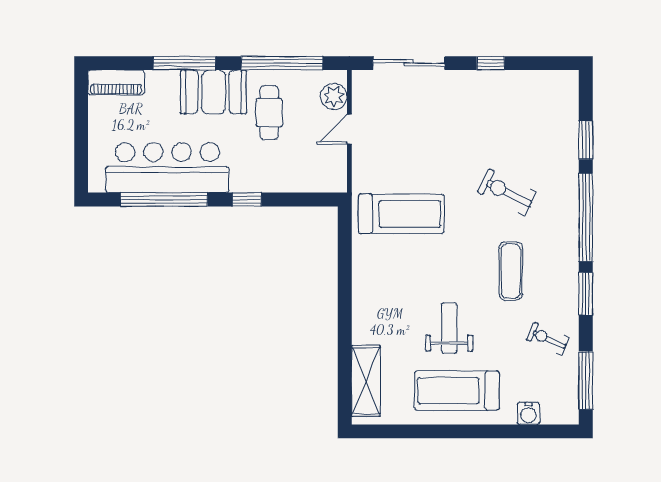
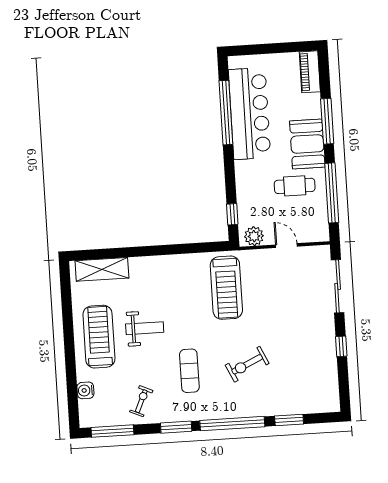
plant: (334, 96) -> (254, 236), moved
exercise bike: (507, 192) -> (247, 364), turned -142
window: (247, 199) -> (232, 214), moved
exercise mat: (511, 271) -> (189, 371), turned 90

